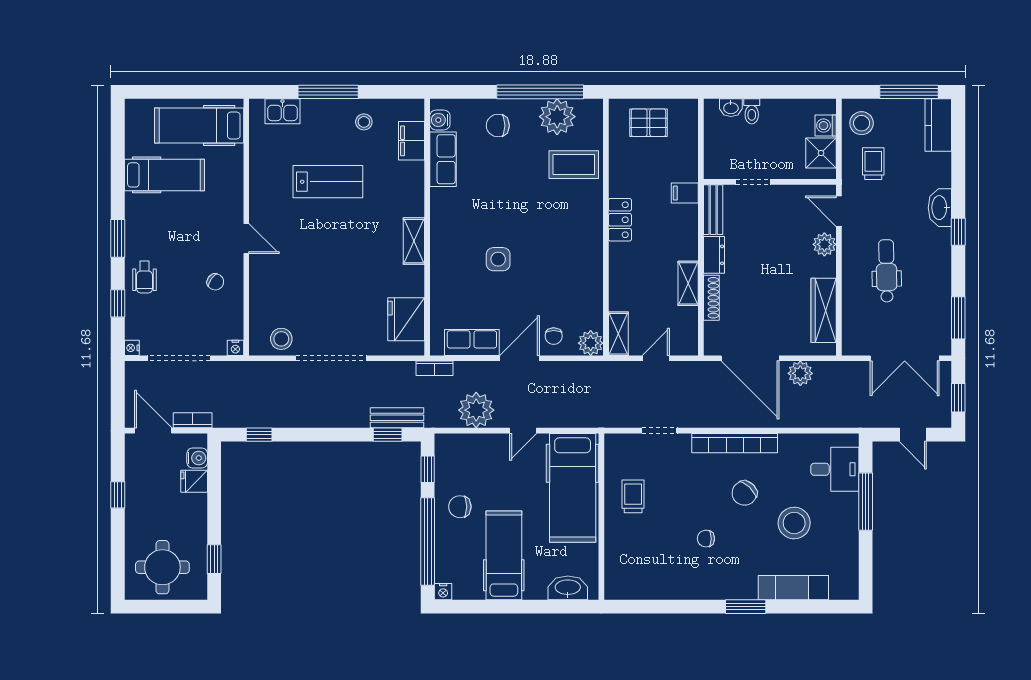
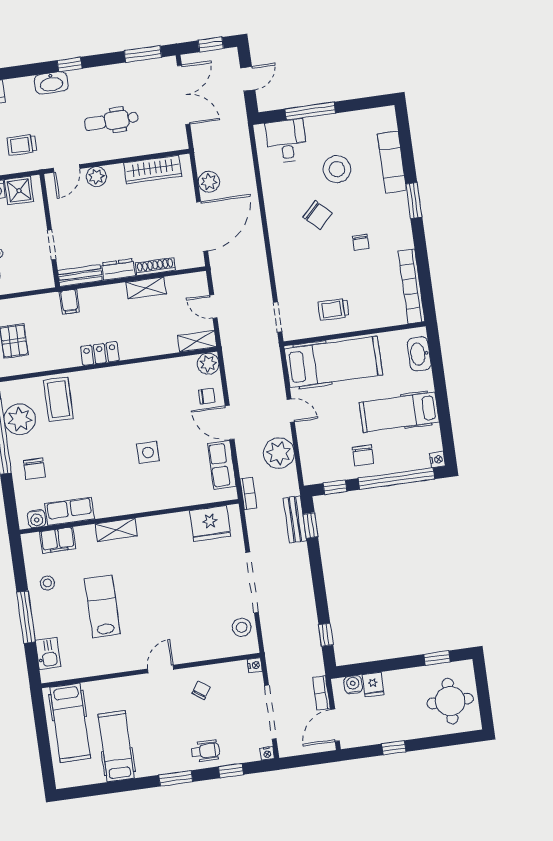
shelving: (414, 241) -> (116, 530), moved
doorway: (659, 431) -> (278, 317), moved
bookcase: (735, 443) -> (412, 286), moved, turned 180

